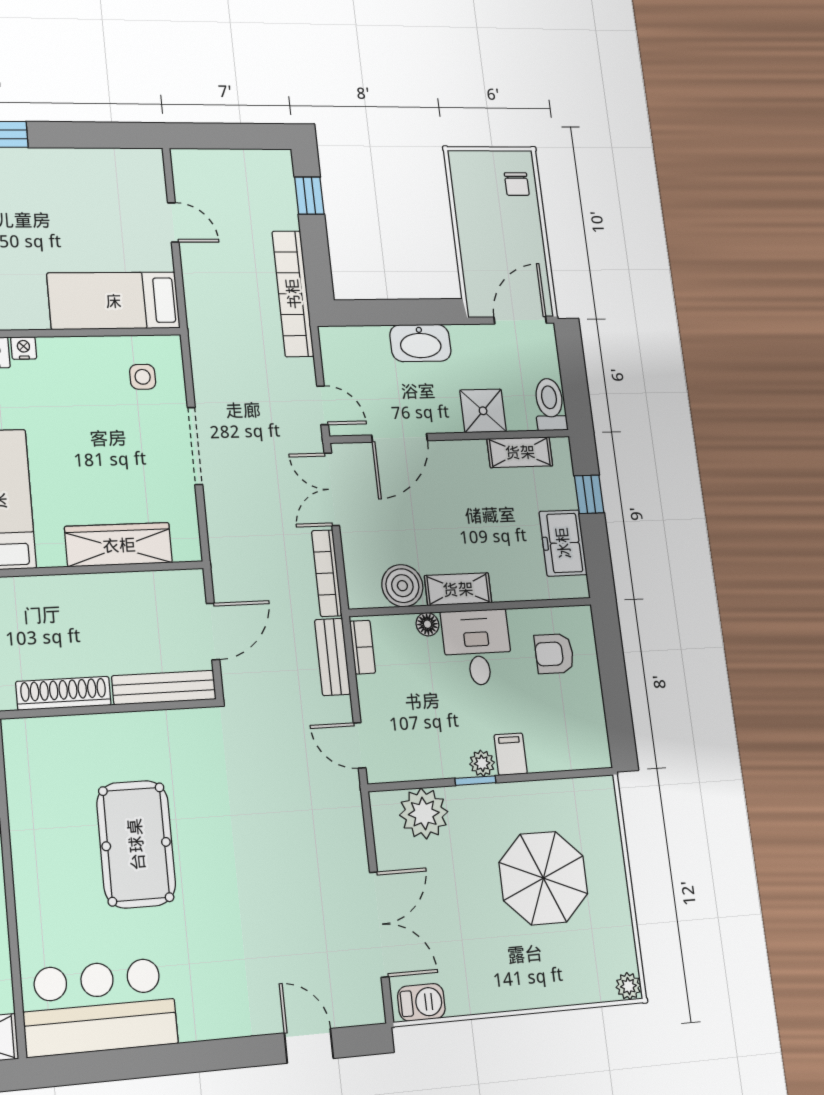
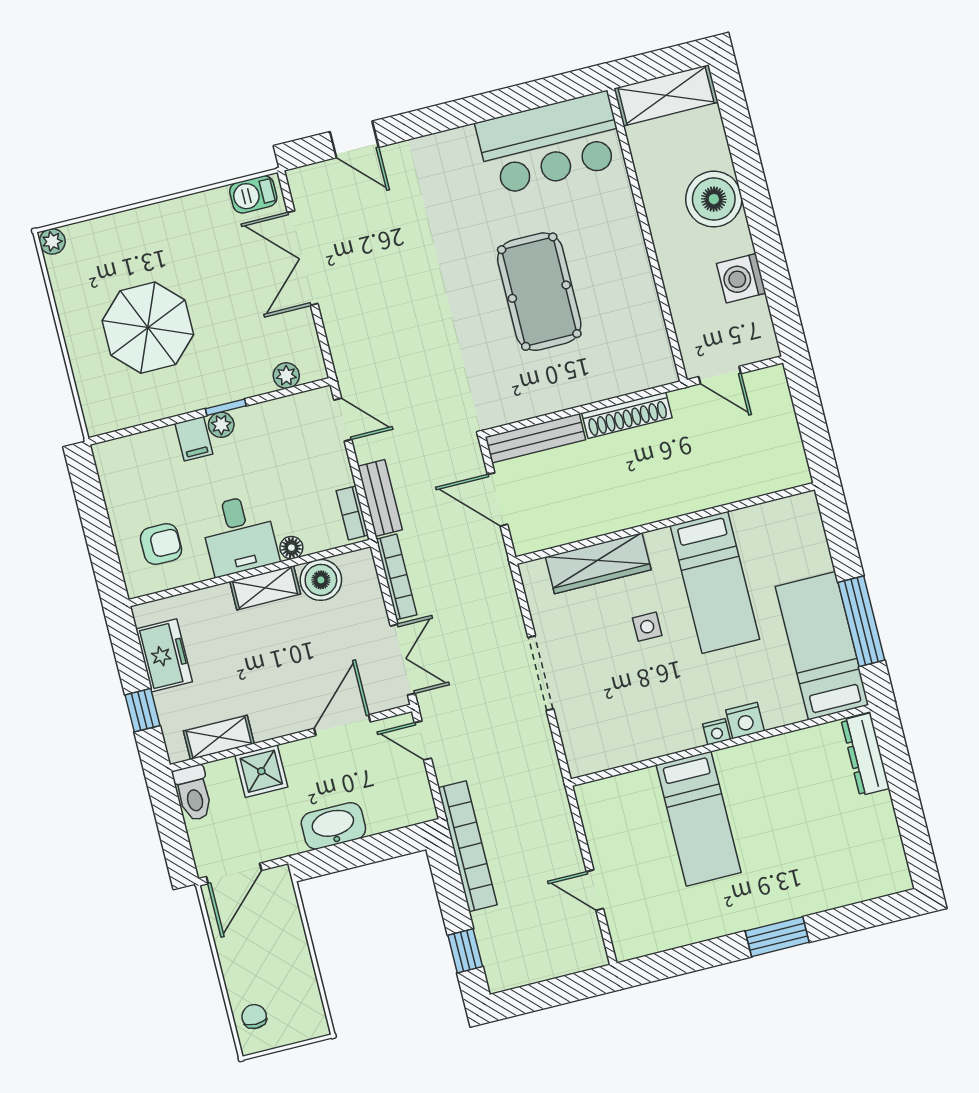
bed: (114, 301) -> (699, 819), moved, turned 90
side table: (143, 377) -> (647, 627), moved
door: (213, 632) -> (497, 499), hinge flipped
plant: (424, 813) -> (286, 376), width x0.53, depth x0.53

